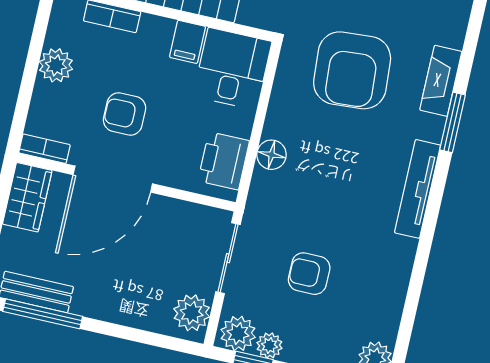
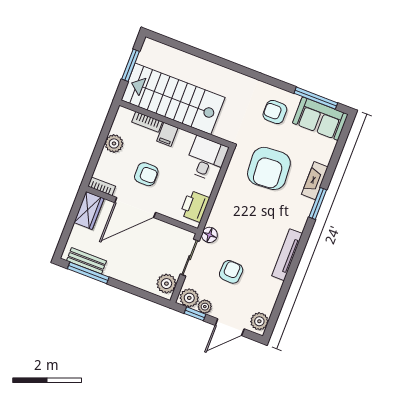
filing cabinet: (188, 42) -> (167, 134), moved
armchair: (125, 114) -> (146, 174), turned 180
floor lamp: (272, 155) -> (209, 235), moved
tv unit: (418, 189) -> (287, 255), moved
armchair: (309, 274) -> (231, 272), turned 93

